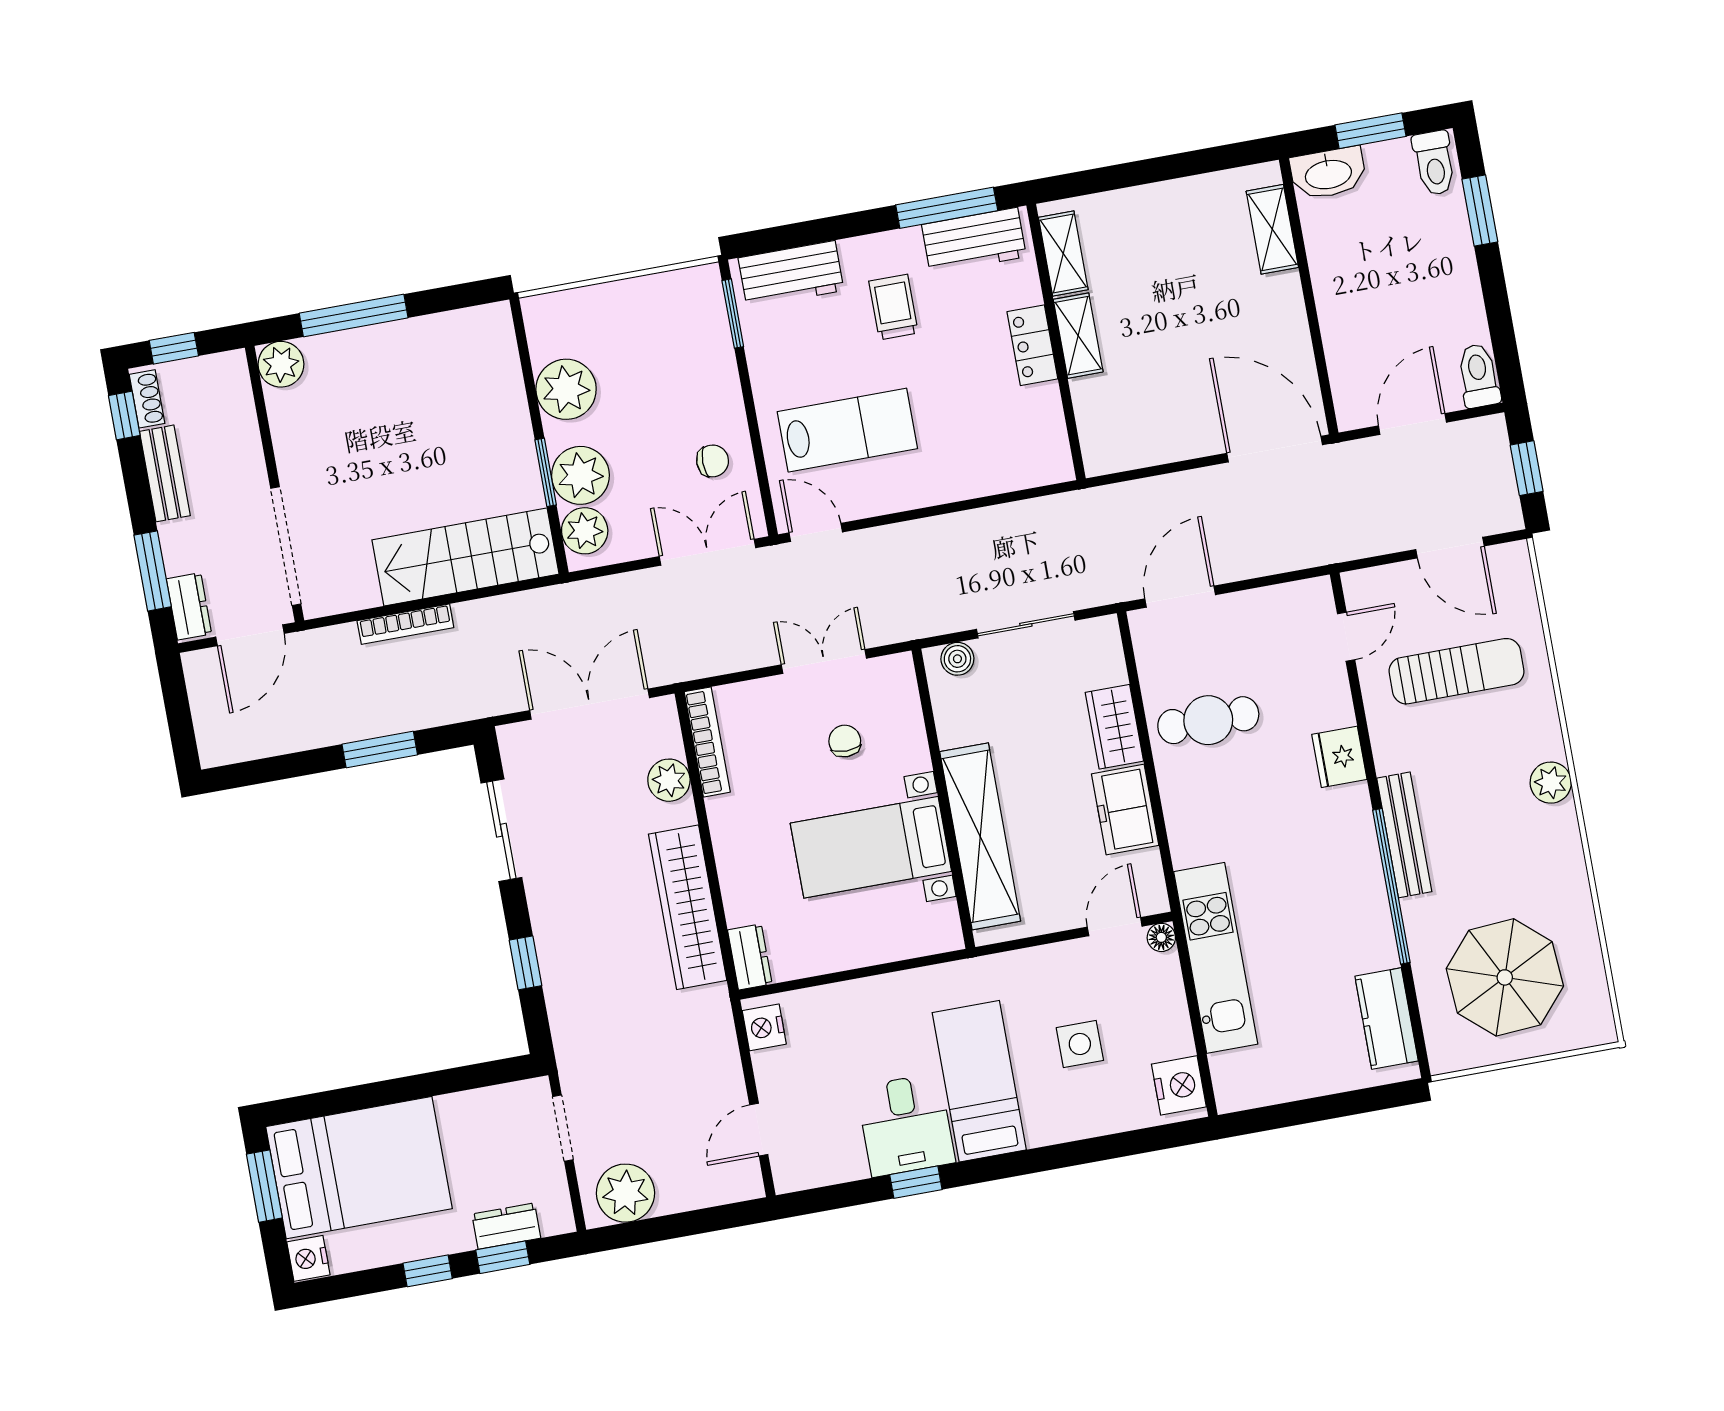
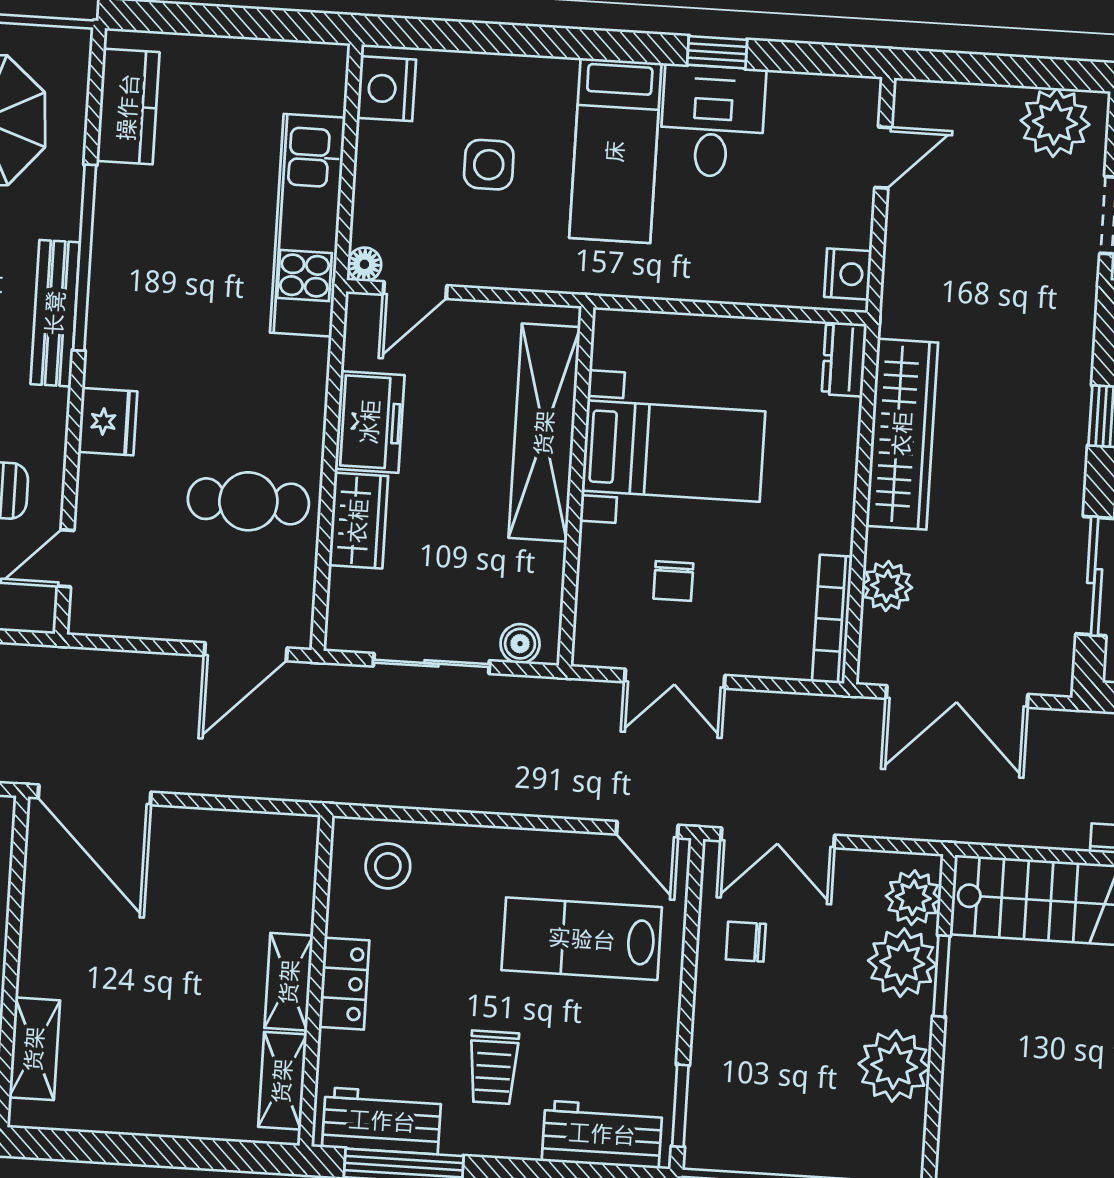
stool: (1020, 450) -> (388, 866), added

